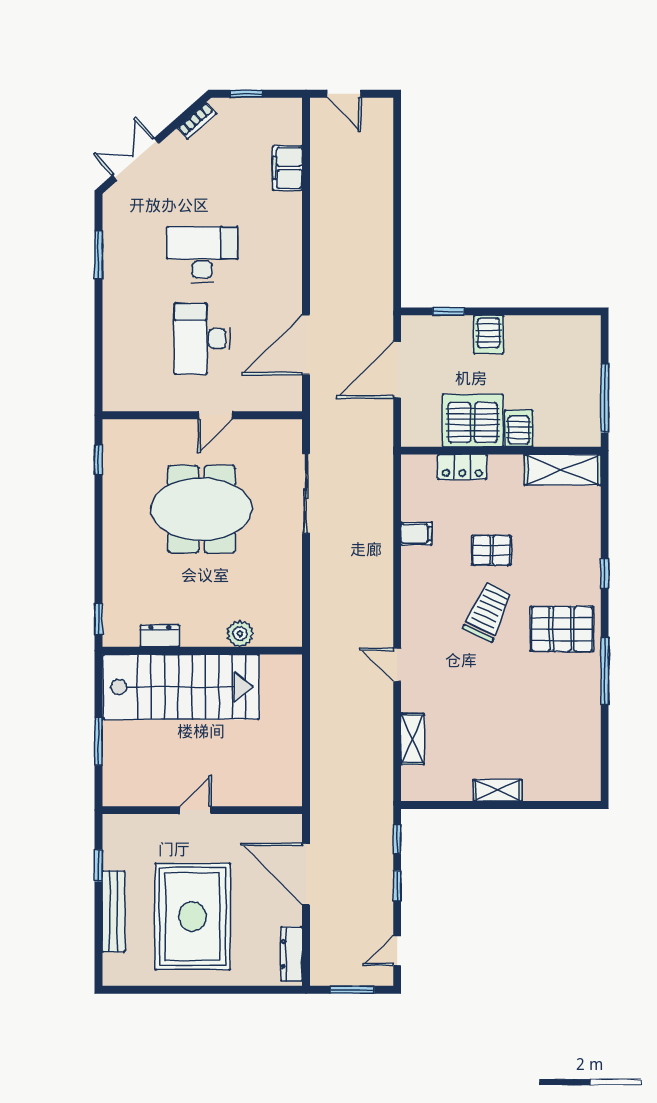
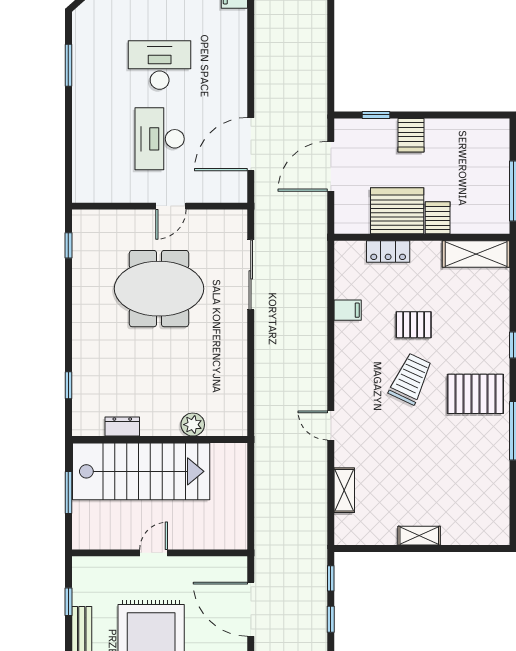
plant: (240, 634) -> (193, 425), moved
dresser: (160, 636) -> (122, 427), moved
wall: (202, 651) -> (160, 440), moved
stairs: (181, 687) -> (141, 471), moved

